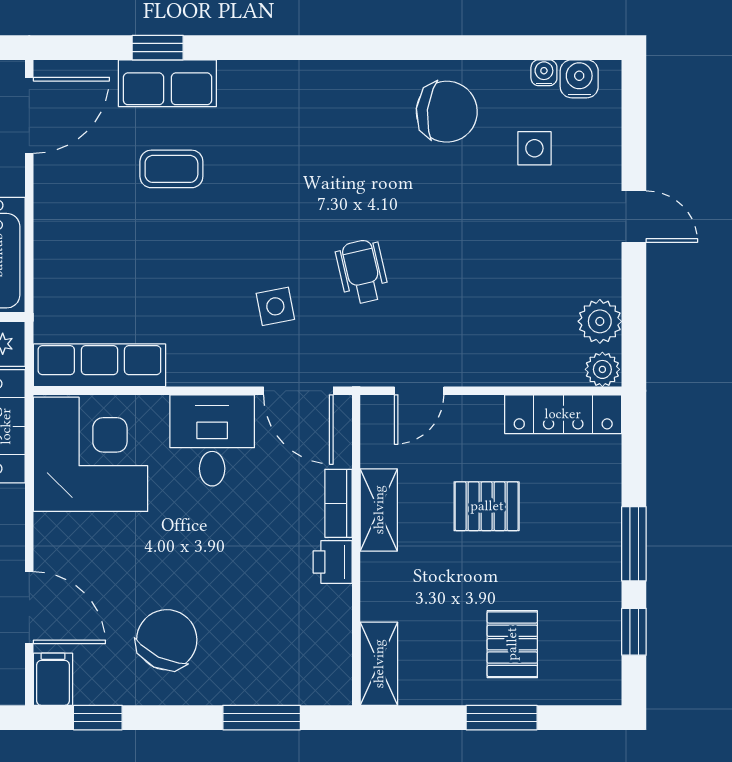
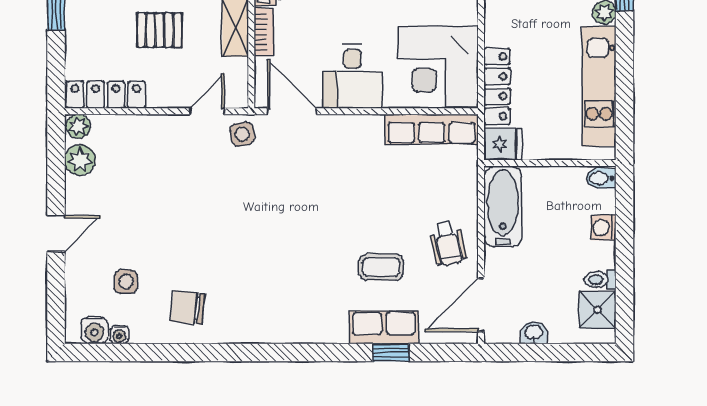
chair: (447, 112) -> (188, 307), width x0.73, depth x0.73
door: (634, 217) -> (56, 234), swing flipped
wheelchair: (362, 272) -> (448, 243), moved
side table: (275, 306) -> (242, 134), moved

